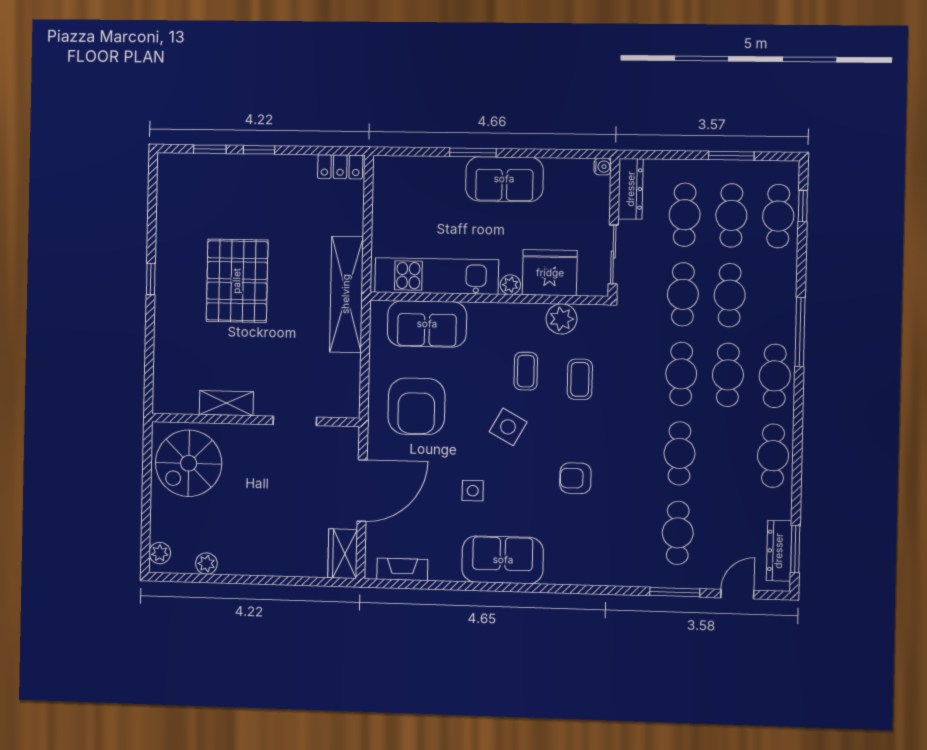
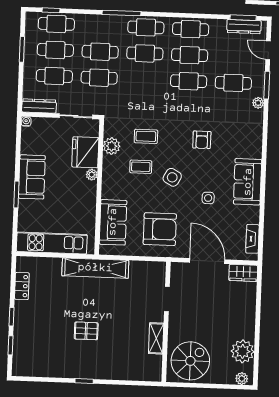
locker: (340, 167) -> (22, 286), moved
kitchen unit: (437, 276) -> (52, 243), moved, turned 90
pallet: (237, 281) -> (86, 331), width x0.49, depth x0.50
cafe table: (681, 374) -> (190, 55), moved
spiral stairs: (189, 463) -> (190, 361), turned -90
plant: (206, 564) -> (243, 351), width x1.88, depth x1.88
plant: (643, 577) -> (258, 103), added

